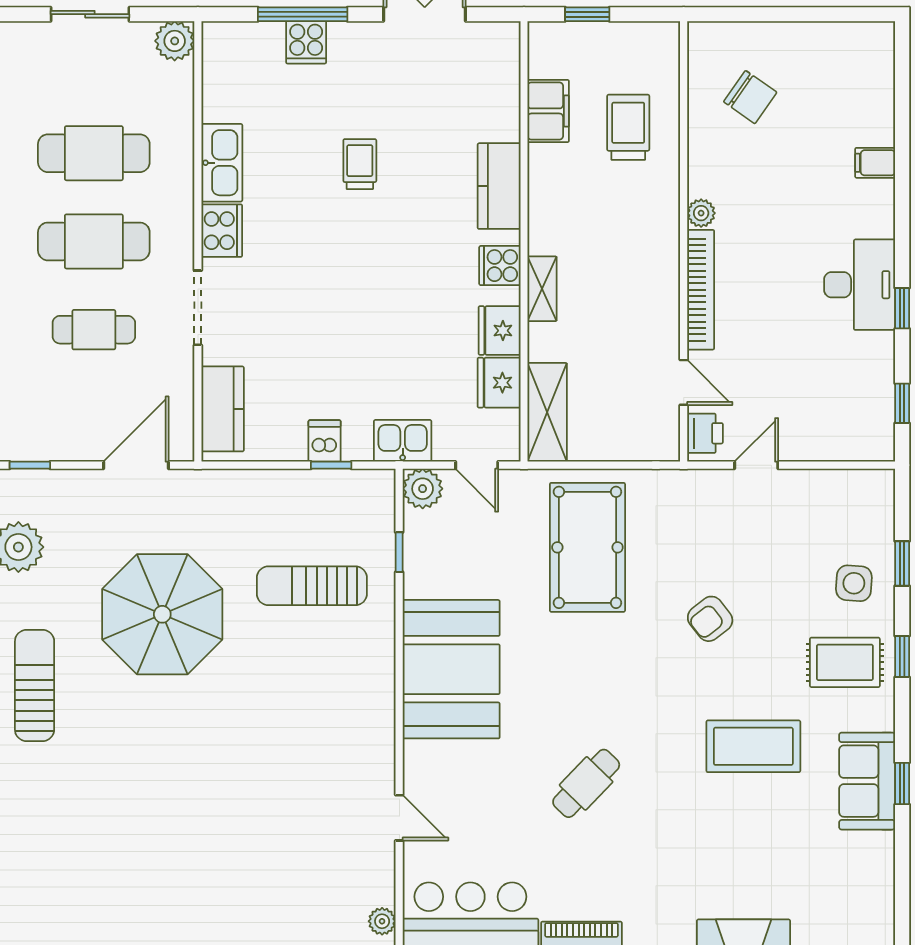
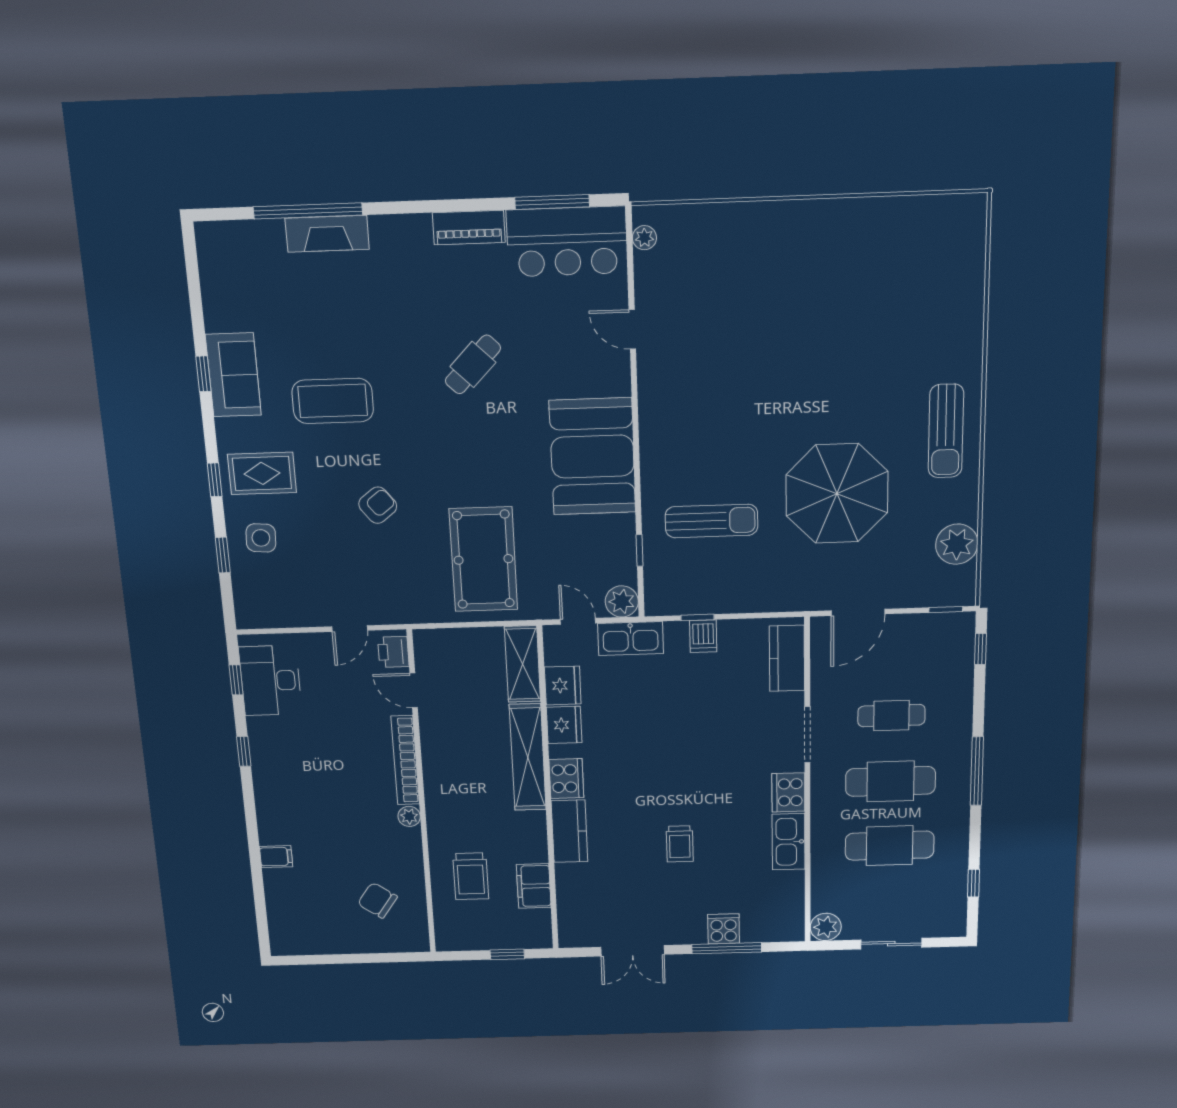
cooker: (500, 266) -> (566, 779), width x1.36
desk: (860, 285) -> (270, 681), moved
shelving: (542, 289) -> (528, 757), width x2.20, depth x1.33
kitchen sink: (403, 441) -> (631, 639), width x1.38

